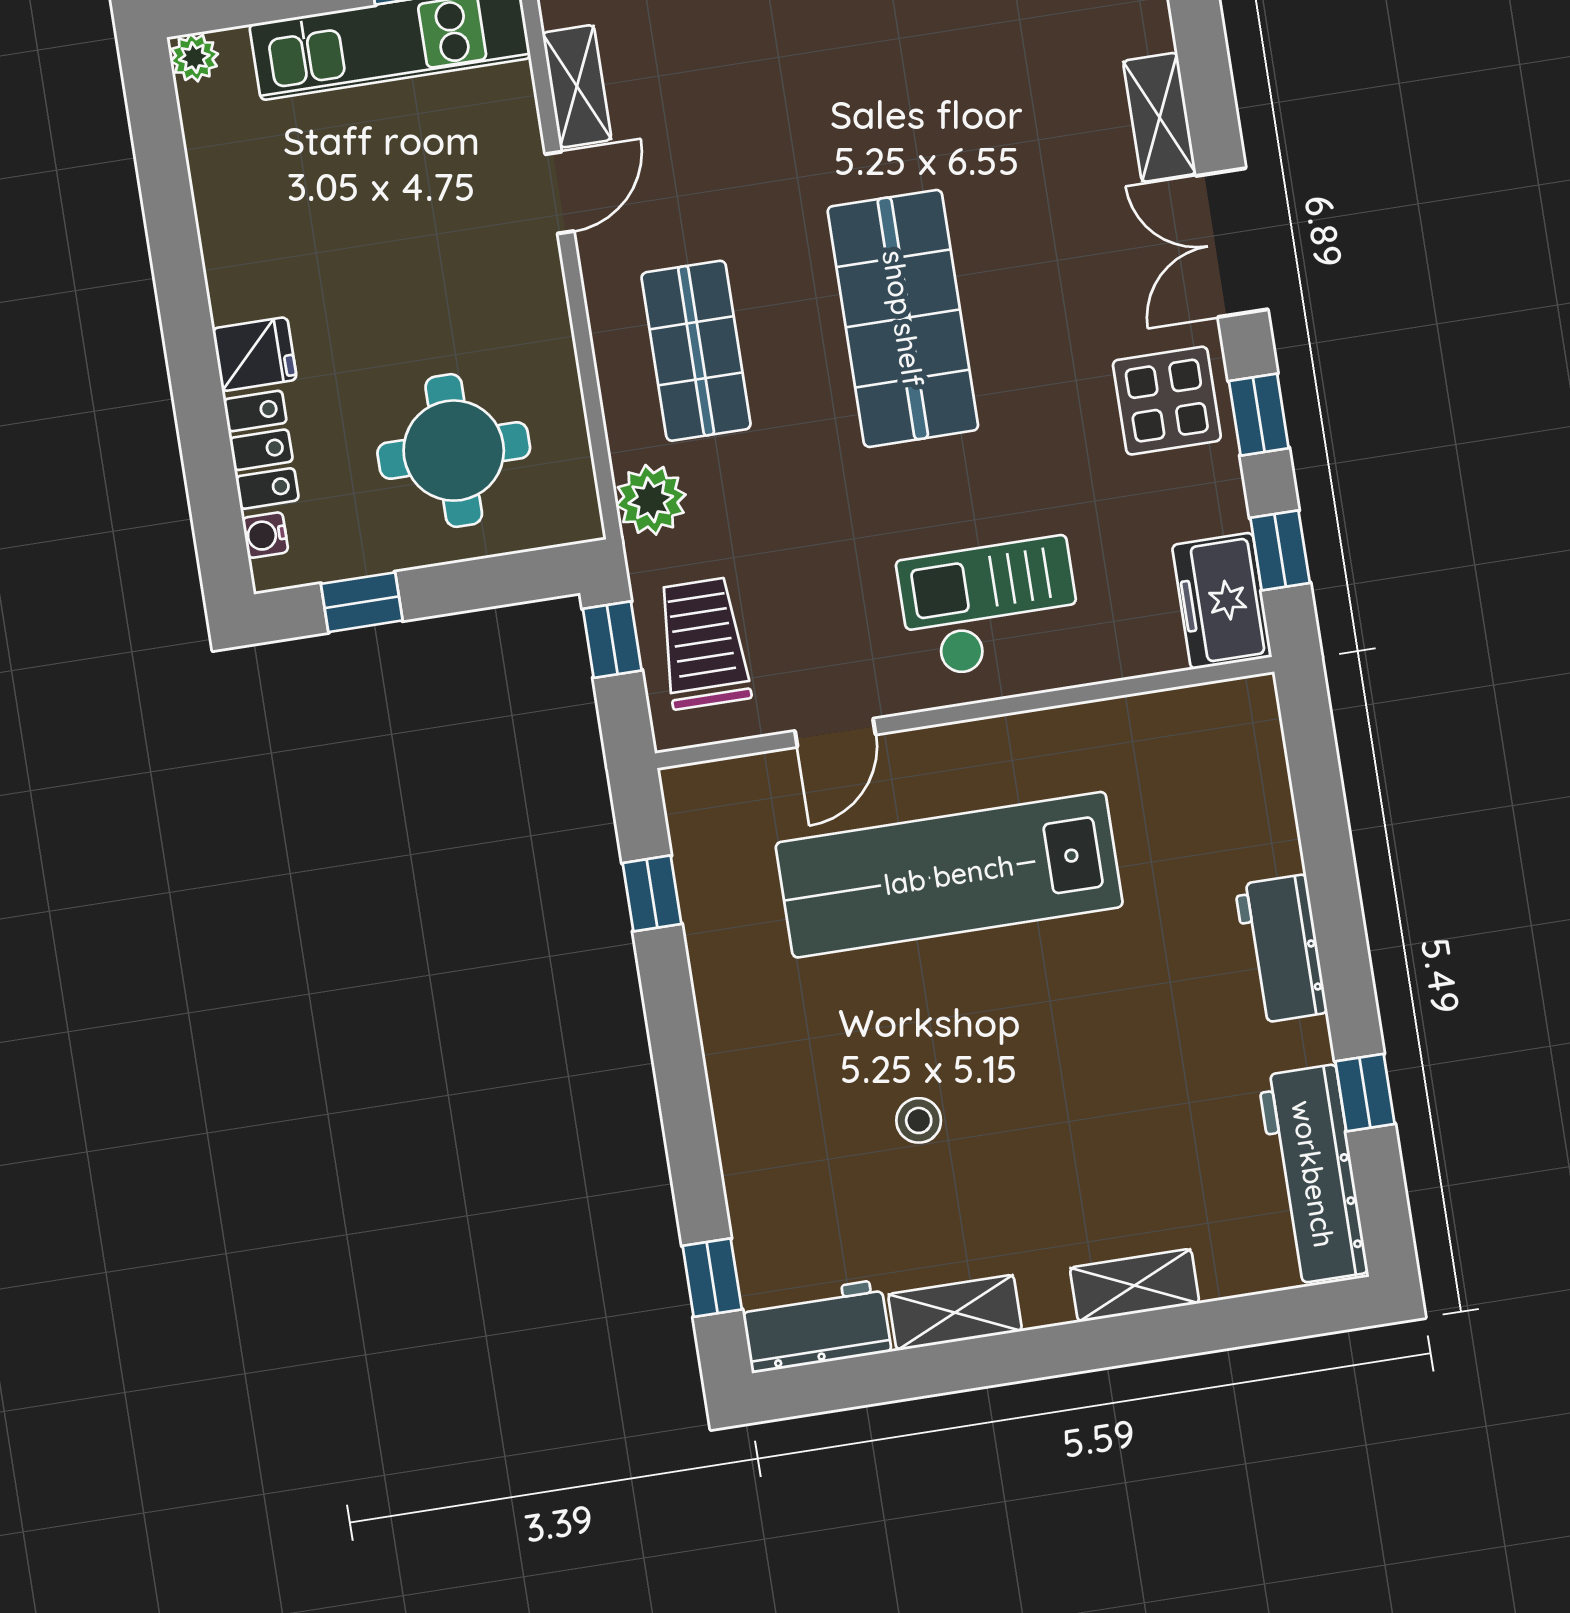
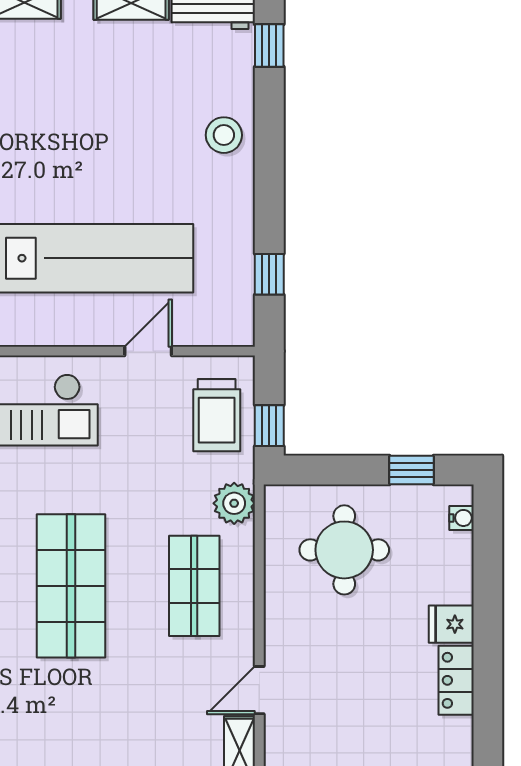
locker: (261, 450) -> (456, 680), moved
stool: (919, 1120) -> (224, 135), moved, width x1.37, depth x1.37

